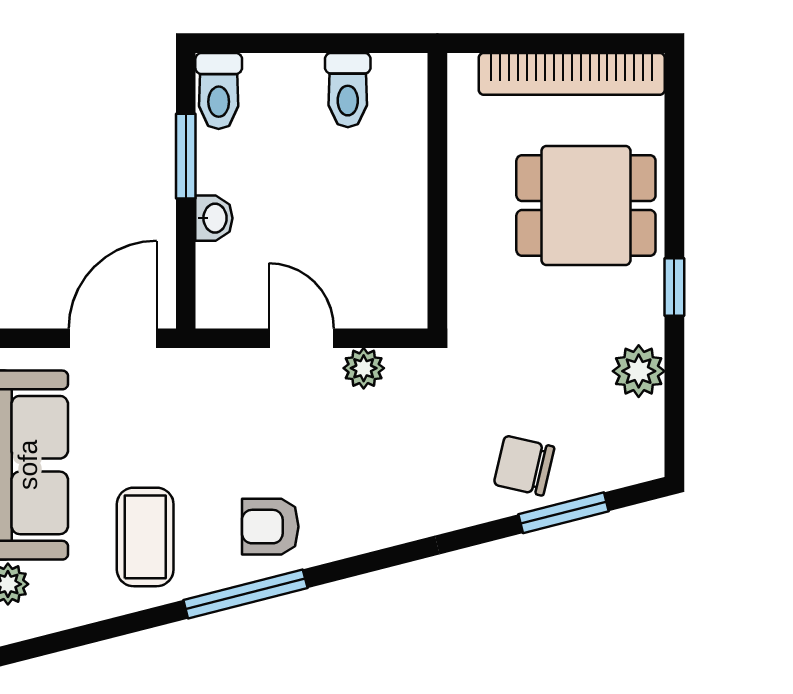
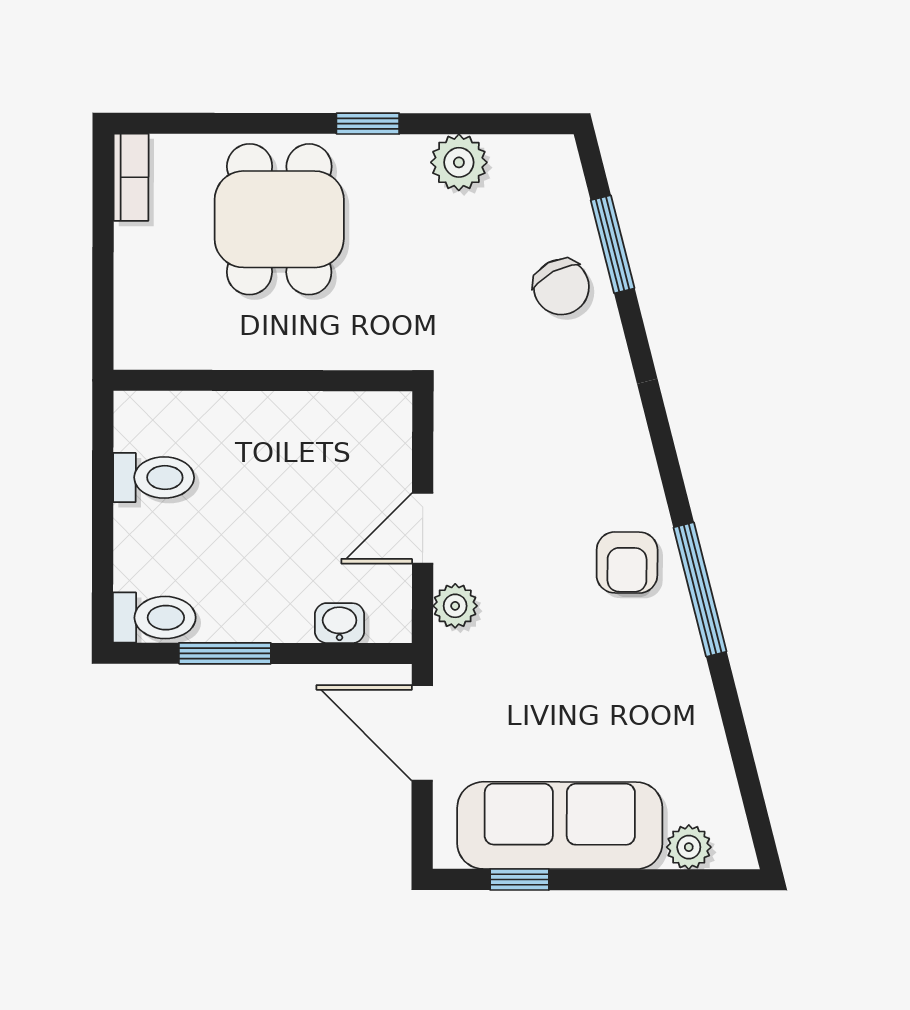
bookcase: (572, 74) -> (131, 177), width x0.43, depth x0.76
washbasin: (214, 218) -> (340, 623), moved
plant: (364, 368) -> (455, 606), moved
chair: (524, 466) -> (561, 287), turned -41
coffee table: (145, 537) -> (638, 698), removed

